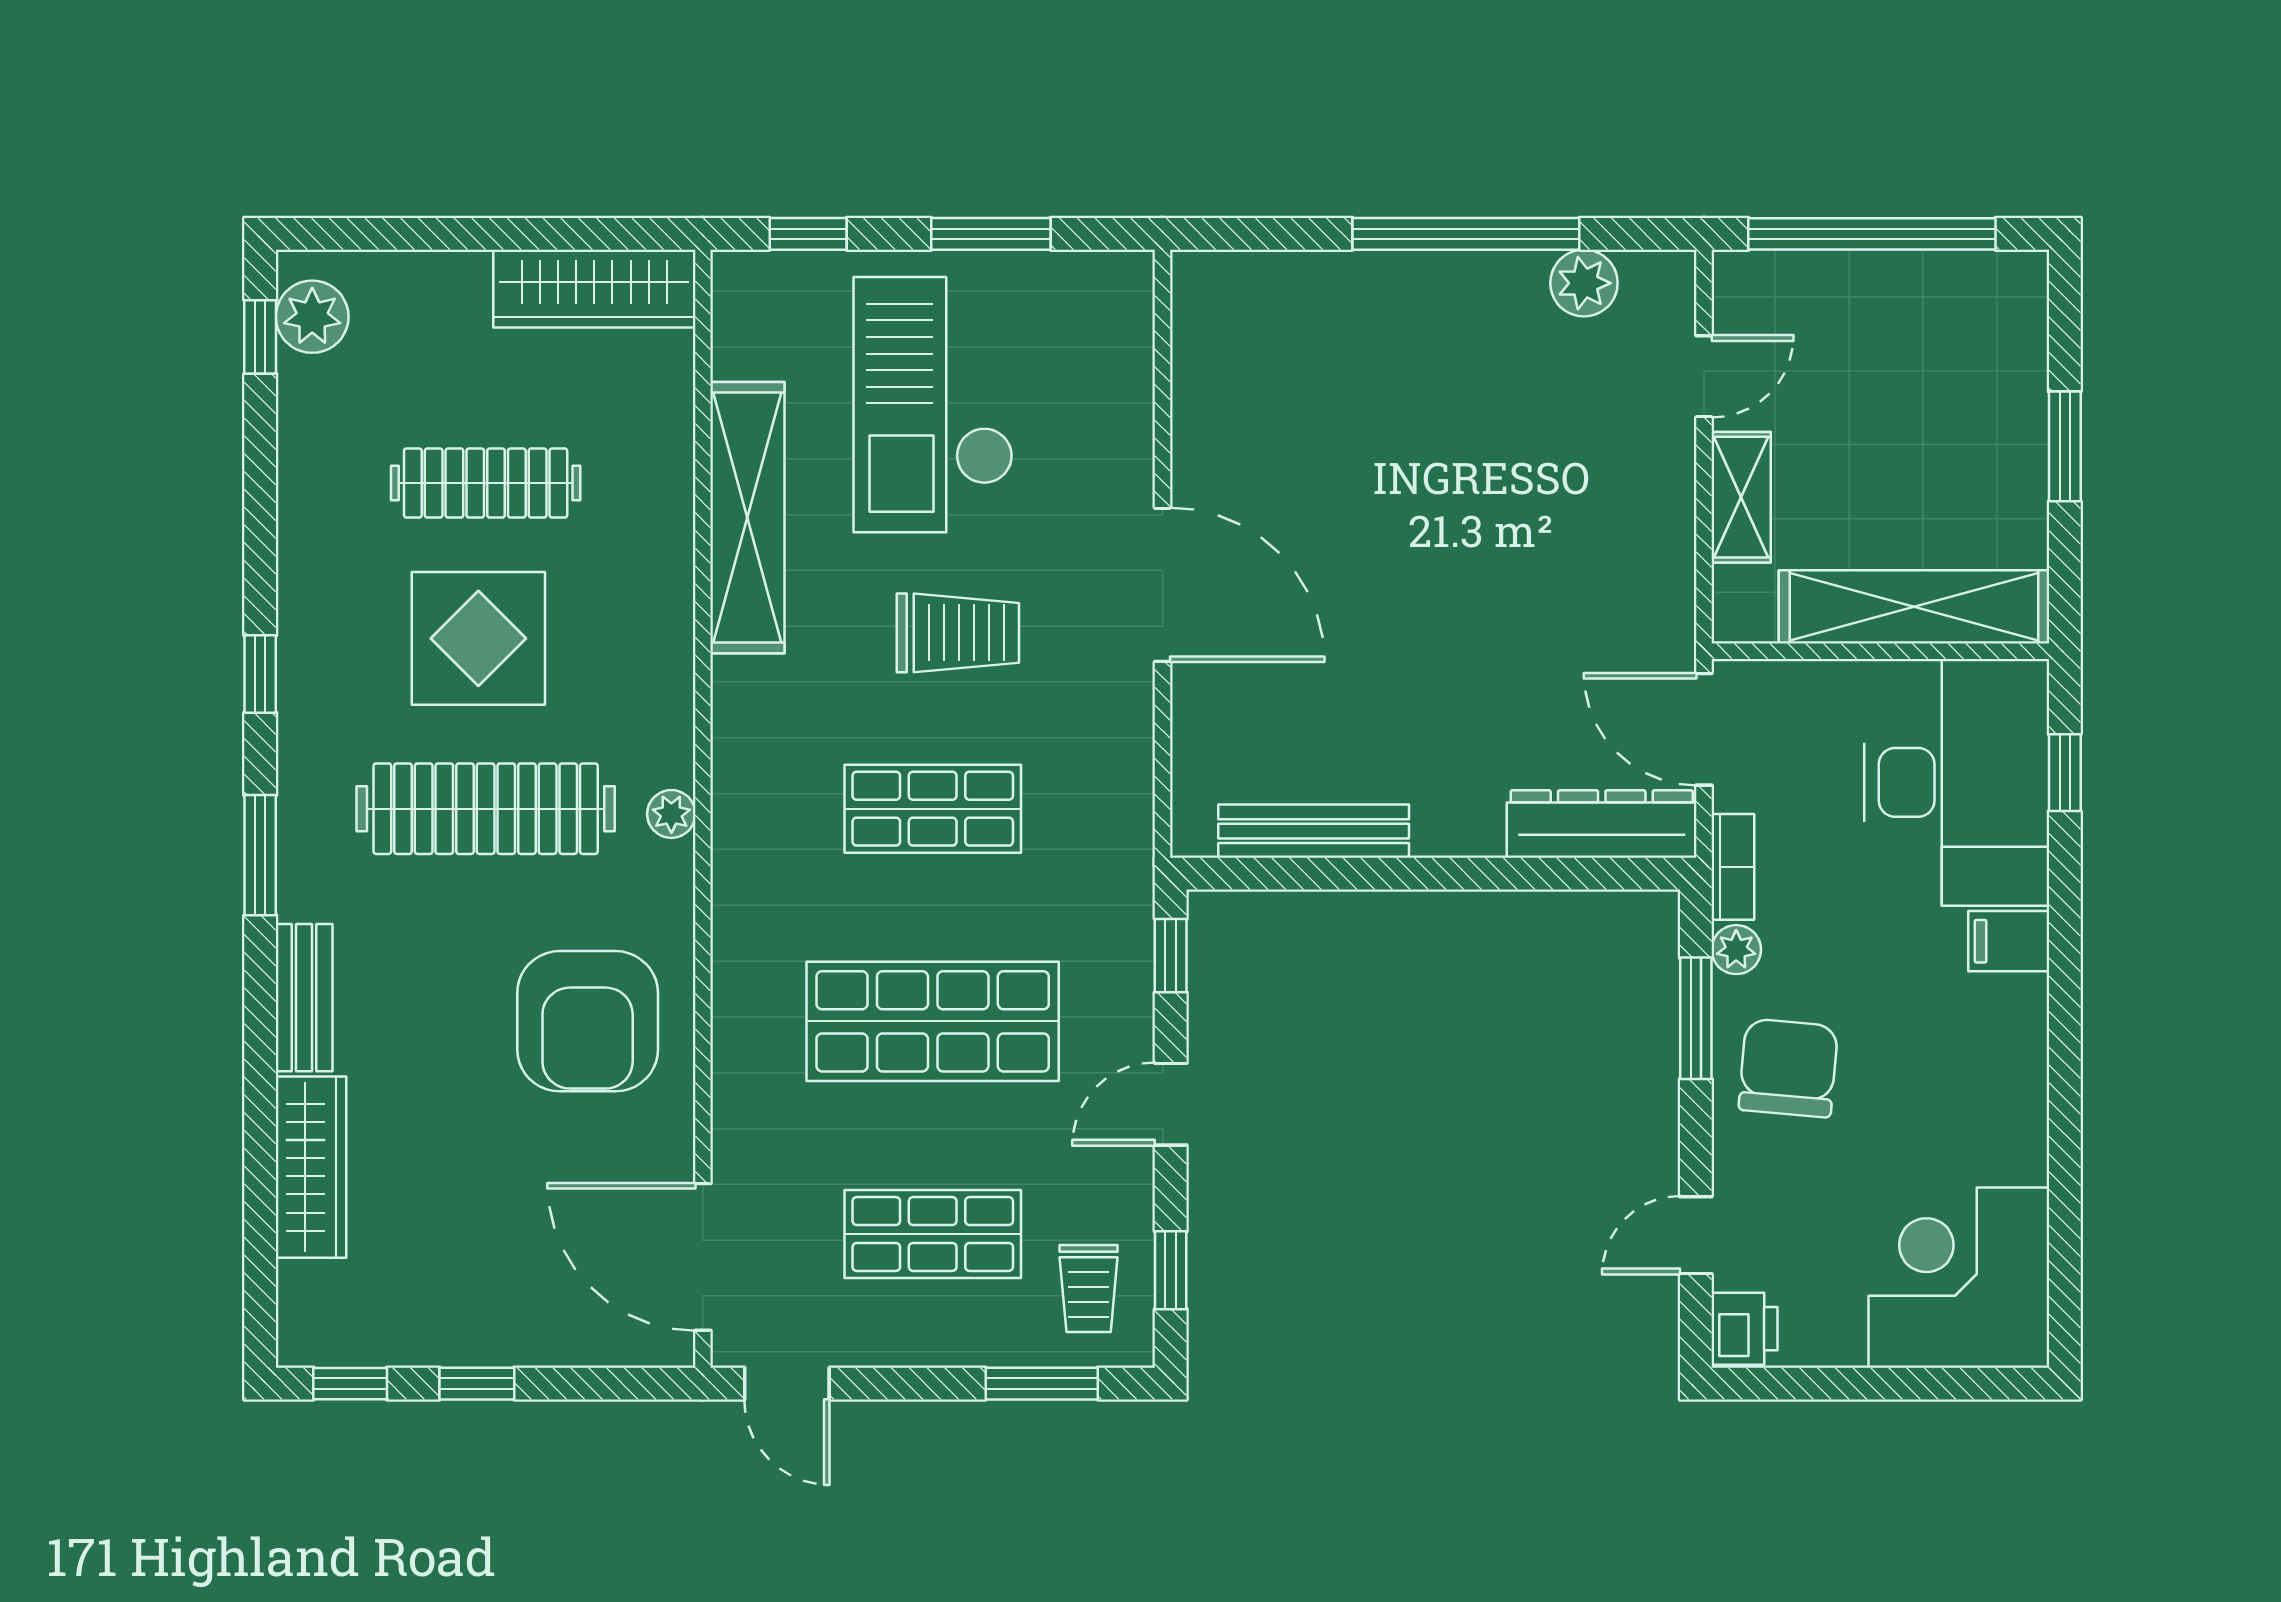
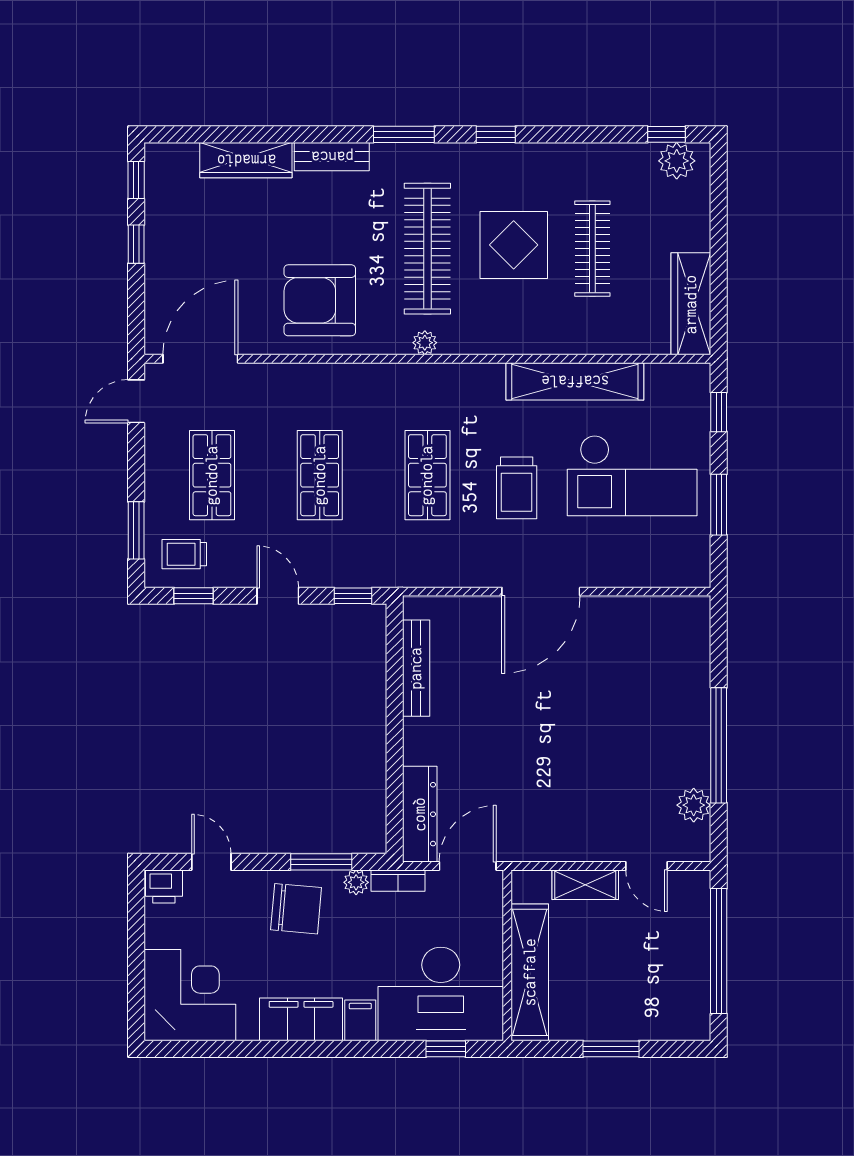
checkout: (933, 405) -> (632, 475), turned 180
shop shelf: (933, 1021) -> (320, 475), width x0.70, depth x0.74
filing cabinet: (2007, 1058) -> (301, 1019), added

